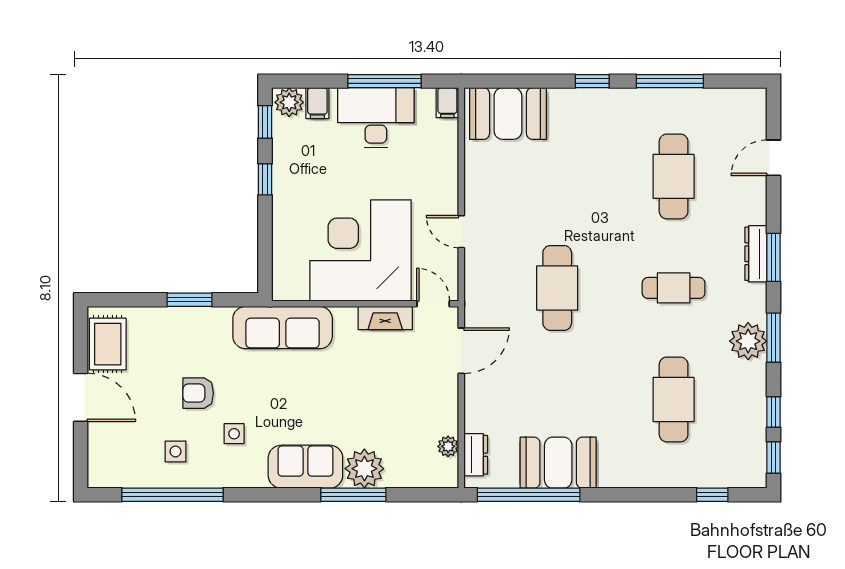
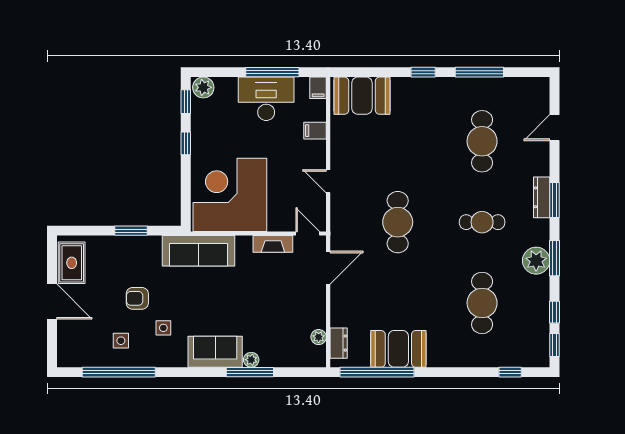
filing cabinet: (317, 103) -> (315, 131), moved, turned 90
corner desk: (360, 250) -> (230, 195), moved
plant: (364, 469) -> (251, 360), width x0.53, depth x0.53

